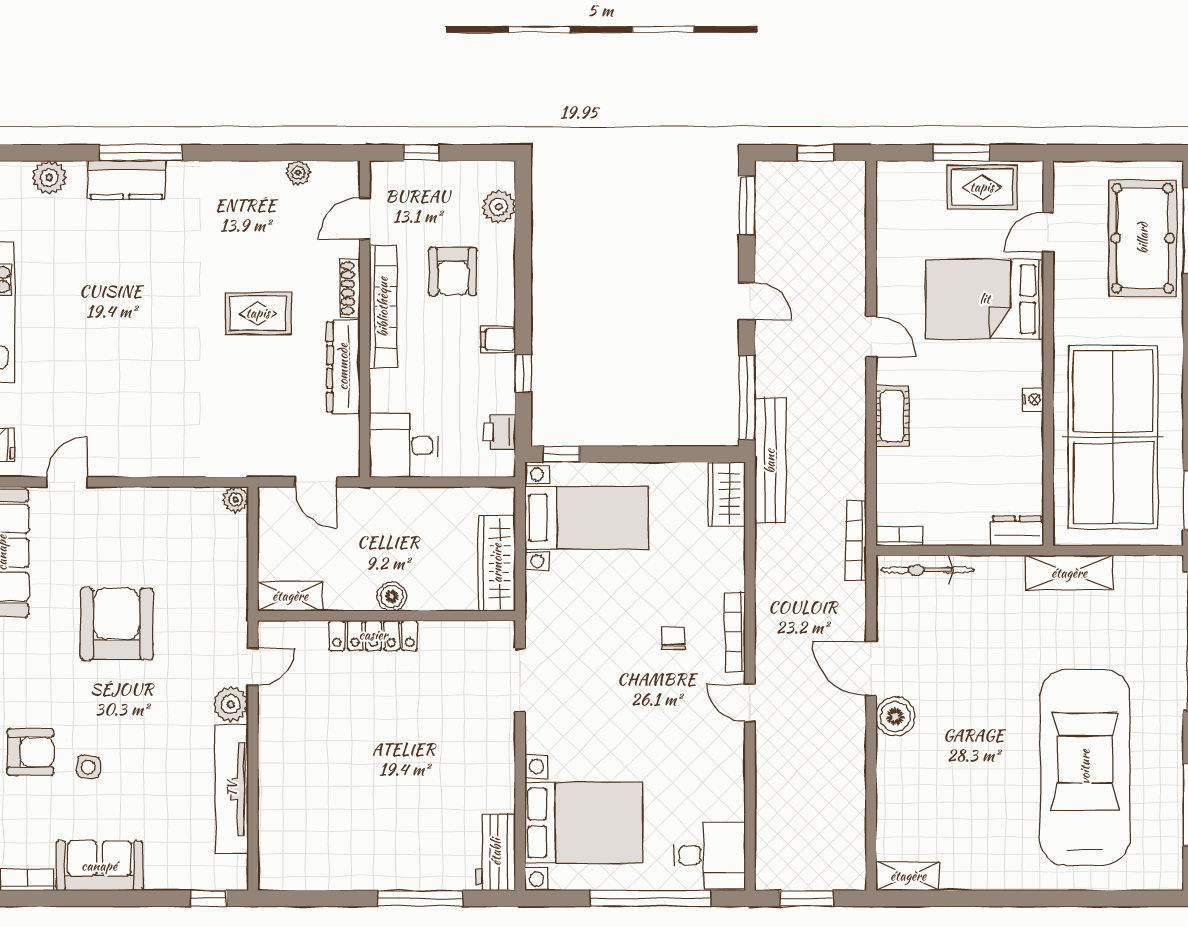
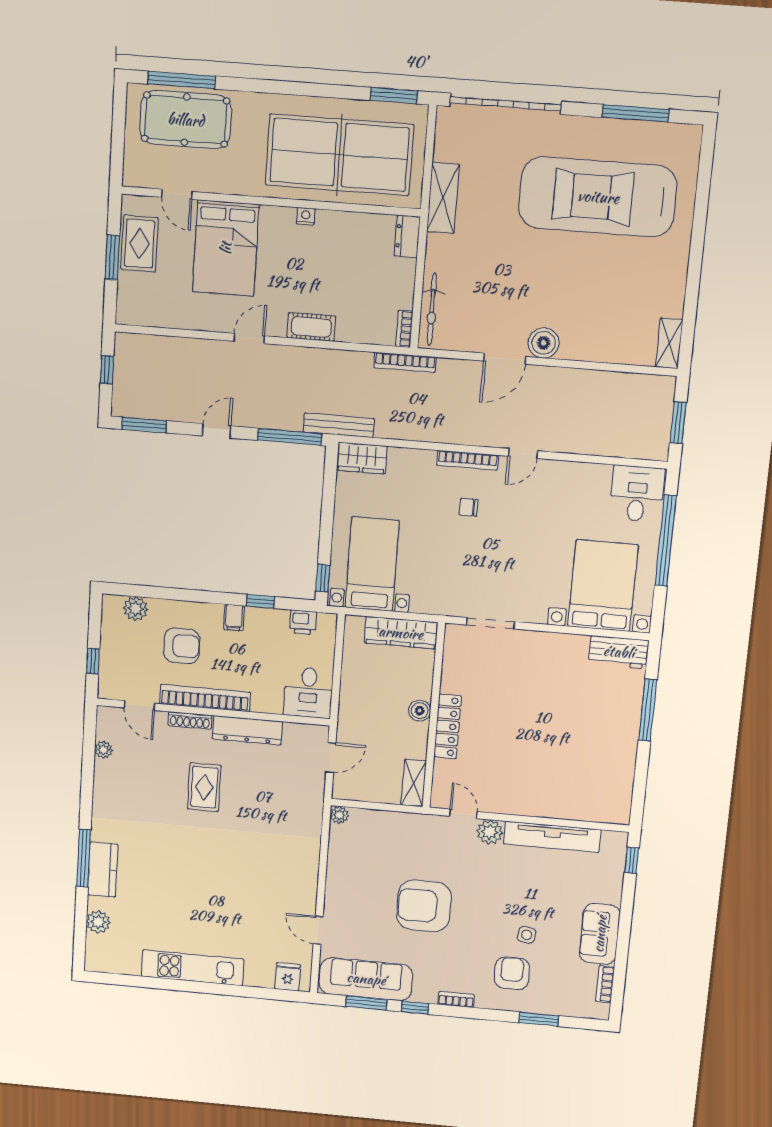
bench: (770, 461) -> (339, 425), width x0.73, depth x0.82

